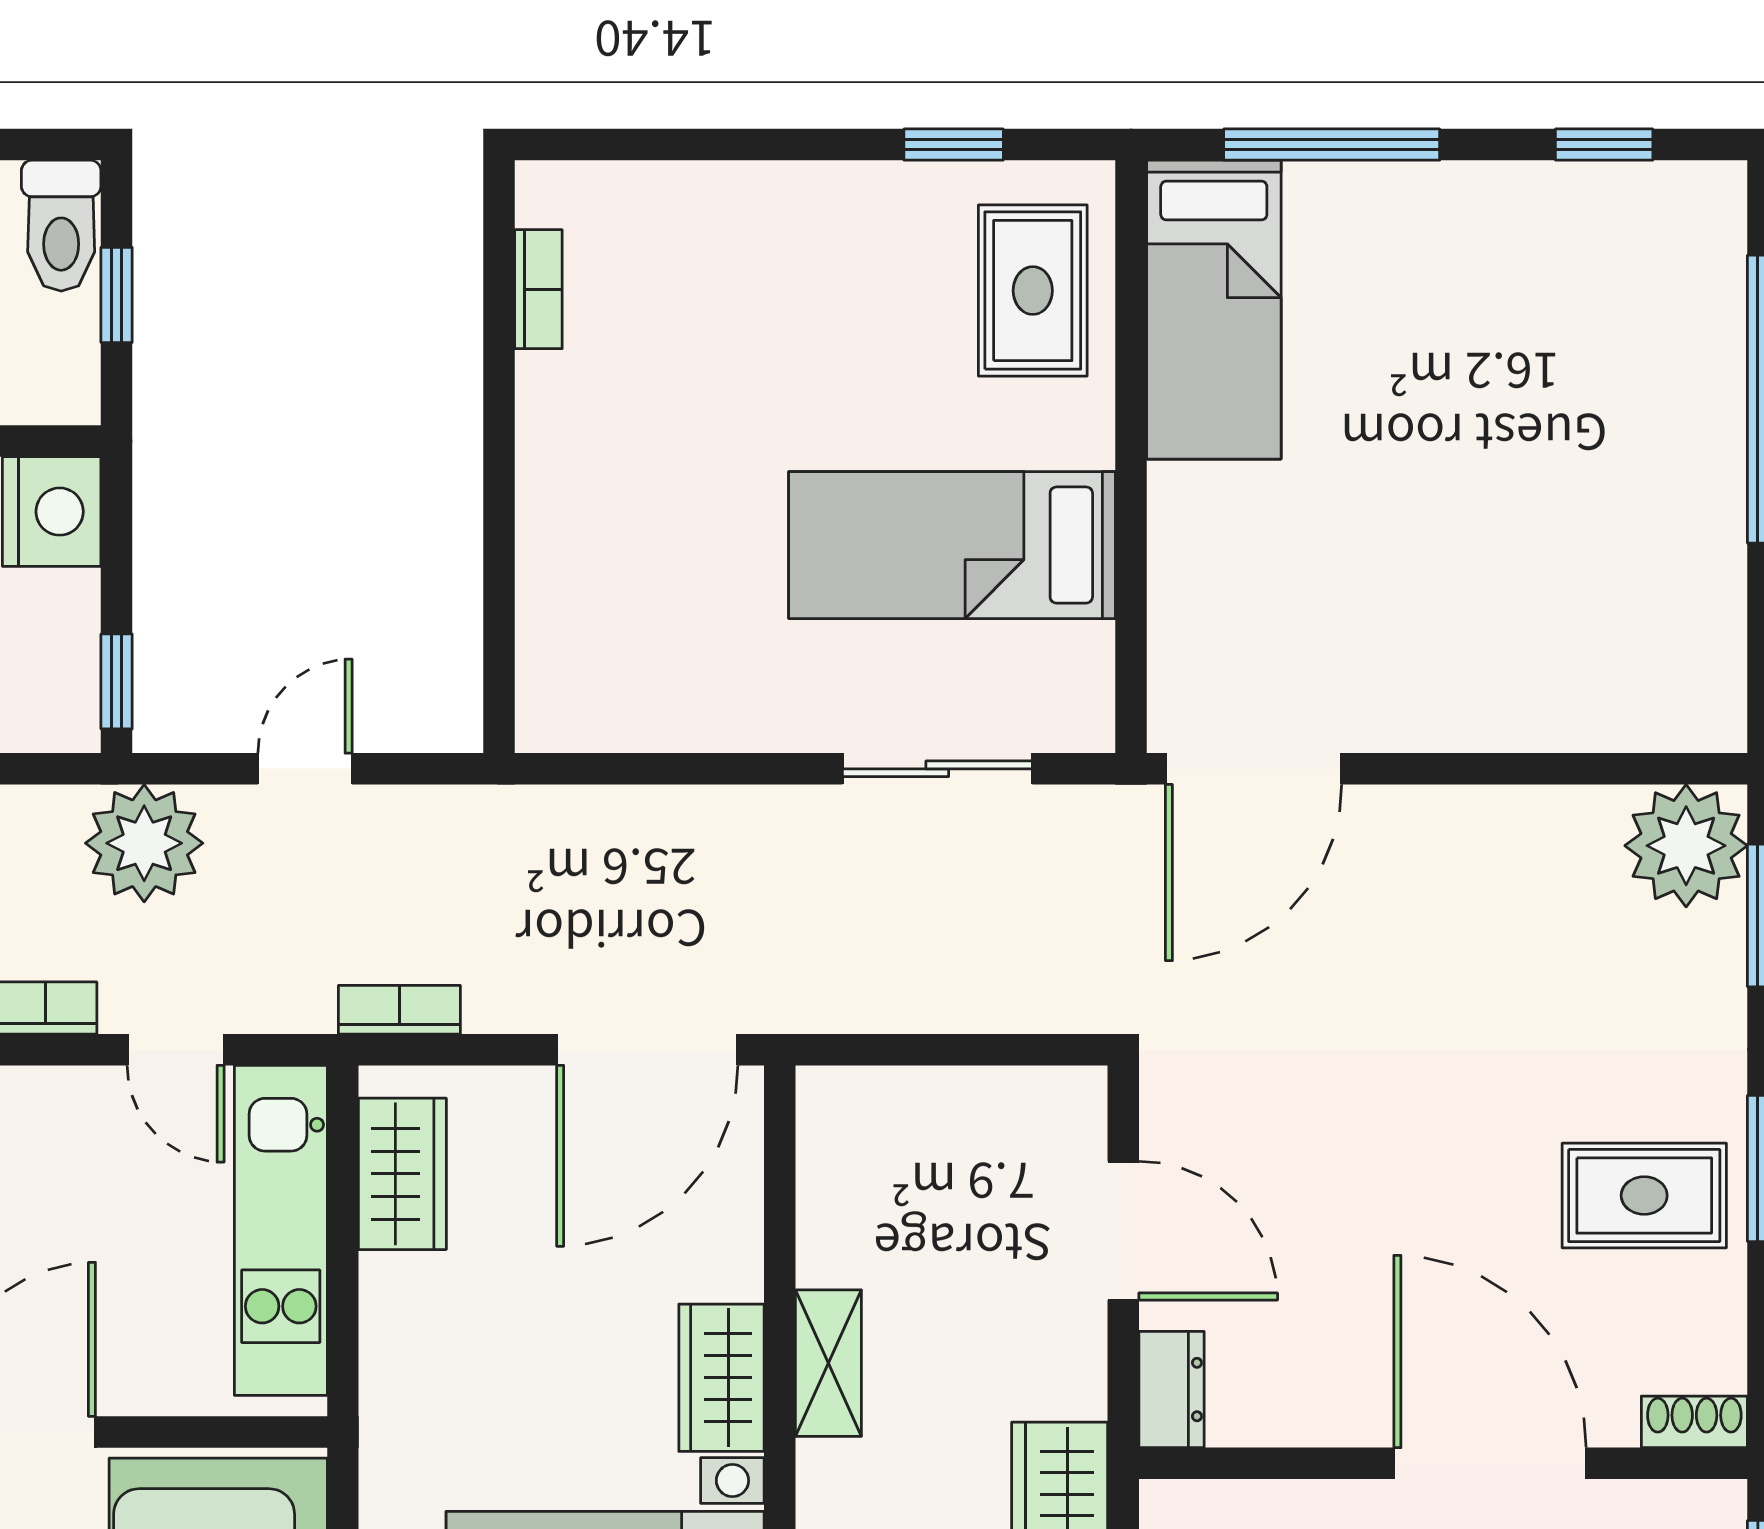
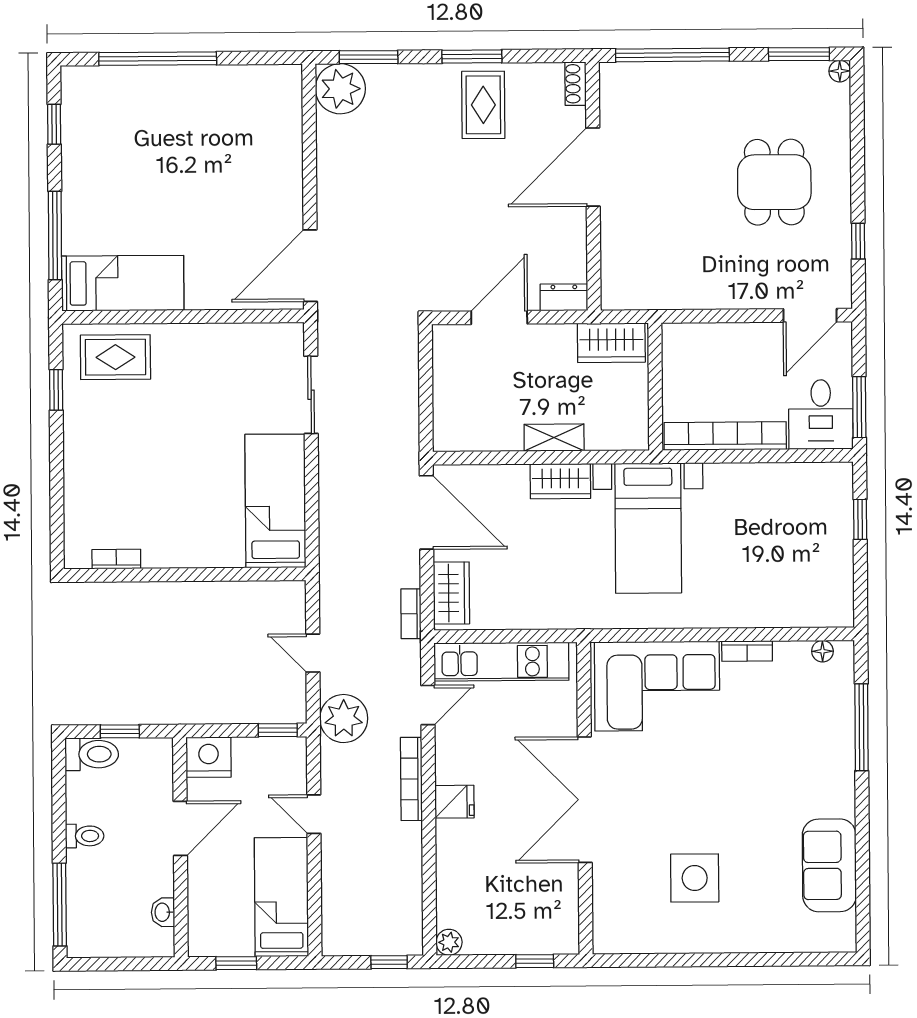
bed: (952, 545) -> (275, 501), moved, turned 180
door: (1254, 769) -> (310, 266), swing flipped
wardrobe: (402, 1174) -> (451, 593), moved, turned 90

